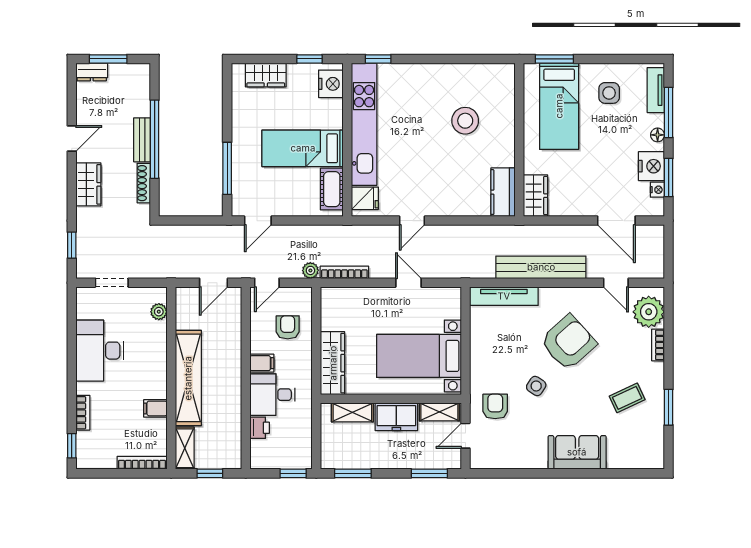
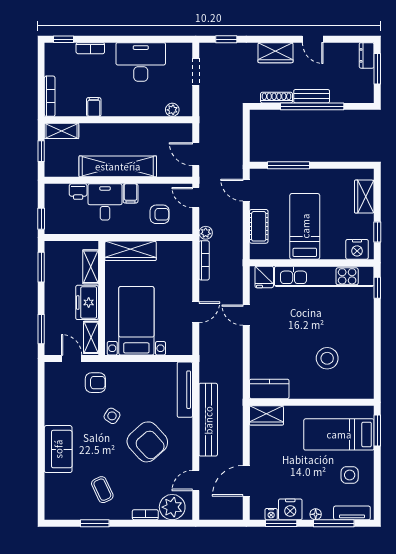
cot: (332, 189) -> (259, 226), moved, turned 90
shelving: (188, 378) -> (118, 166), moved

